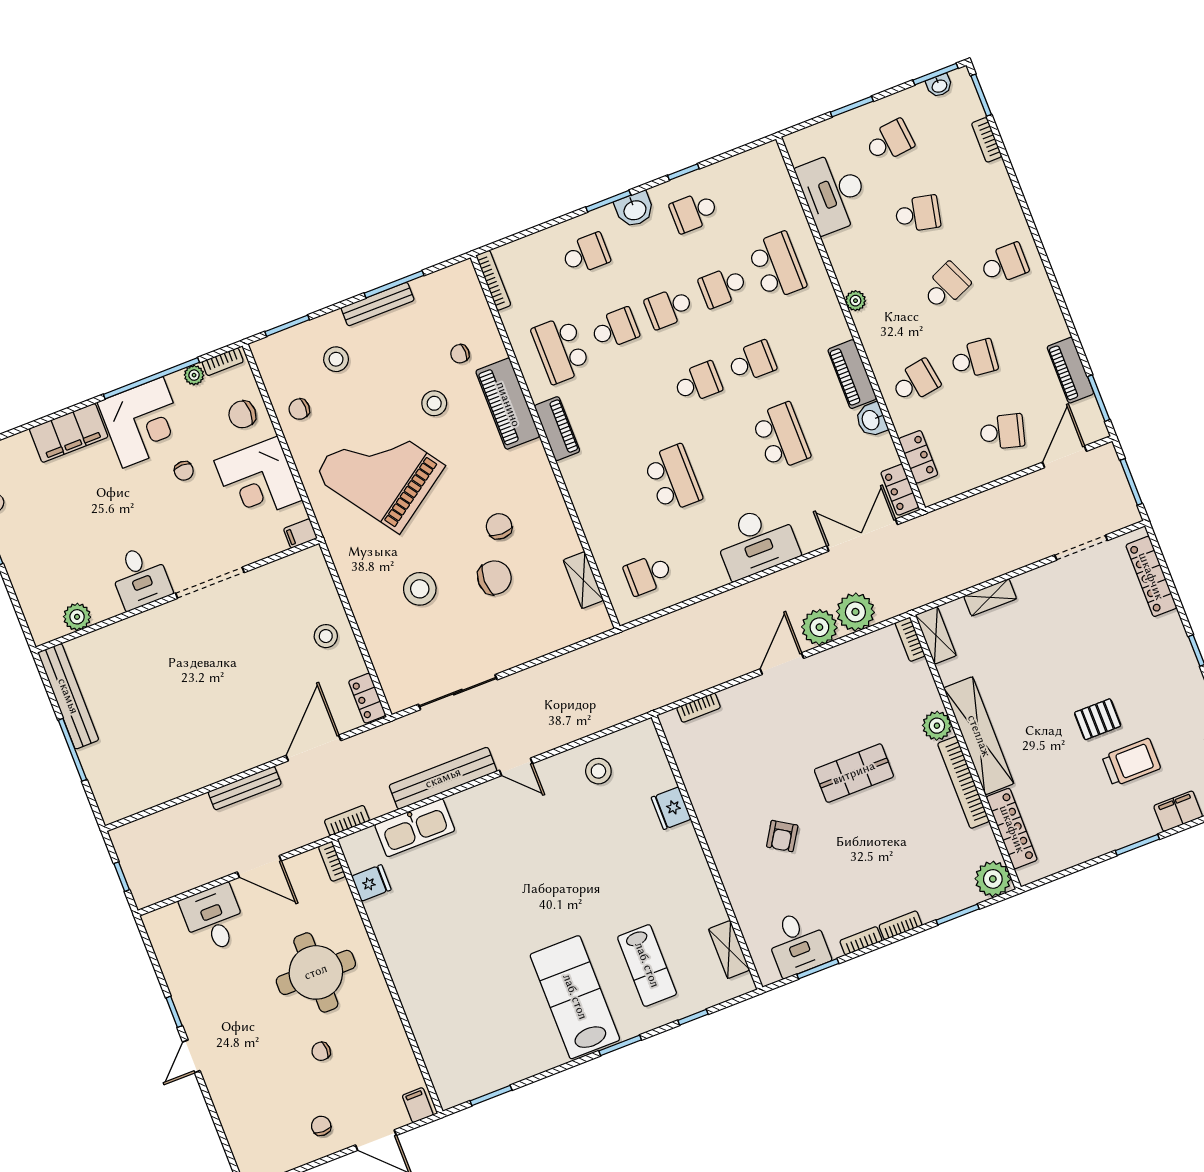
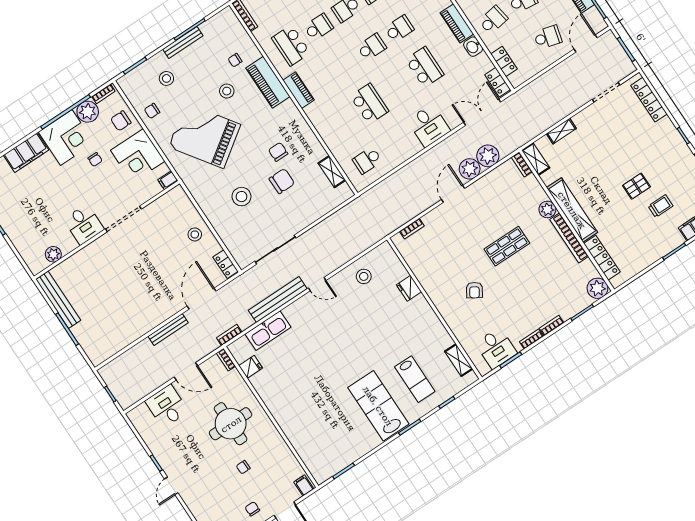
plant: (194, 375) -> (88, 112), width x1.88, depth x1.88
desk: (757, 542) -> (429, 126), width x0.73
trolley: (1131, 762) -> (661, 206), width x0.73, depth x0.72

